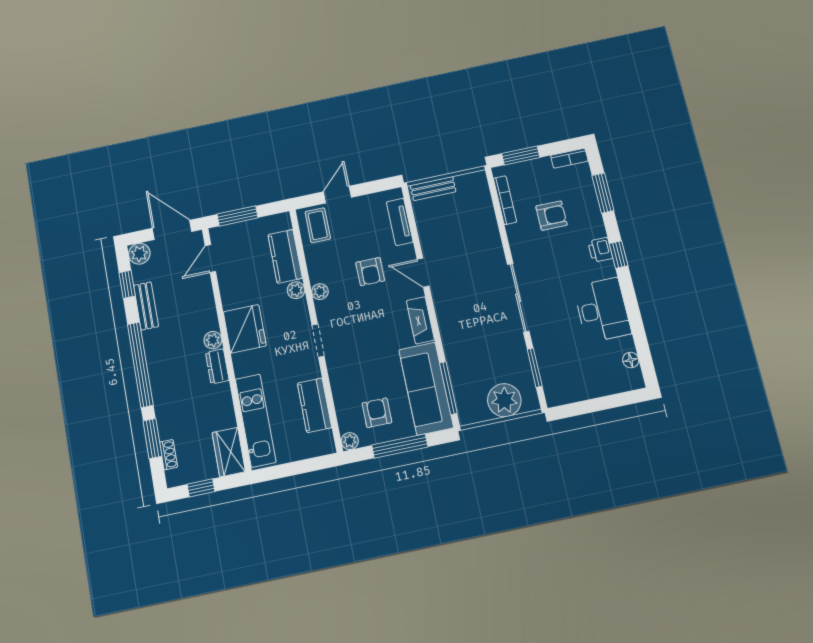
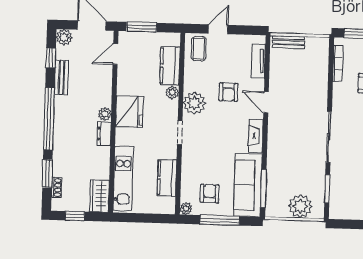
plant: (320, 292) -> (194, 103), width x1.87, depth x1.87

